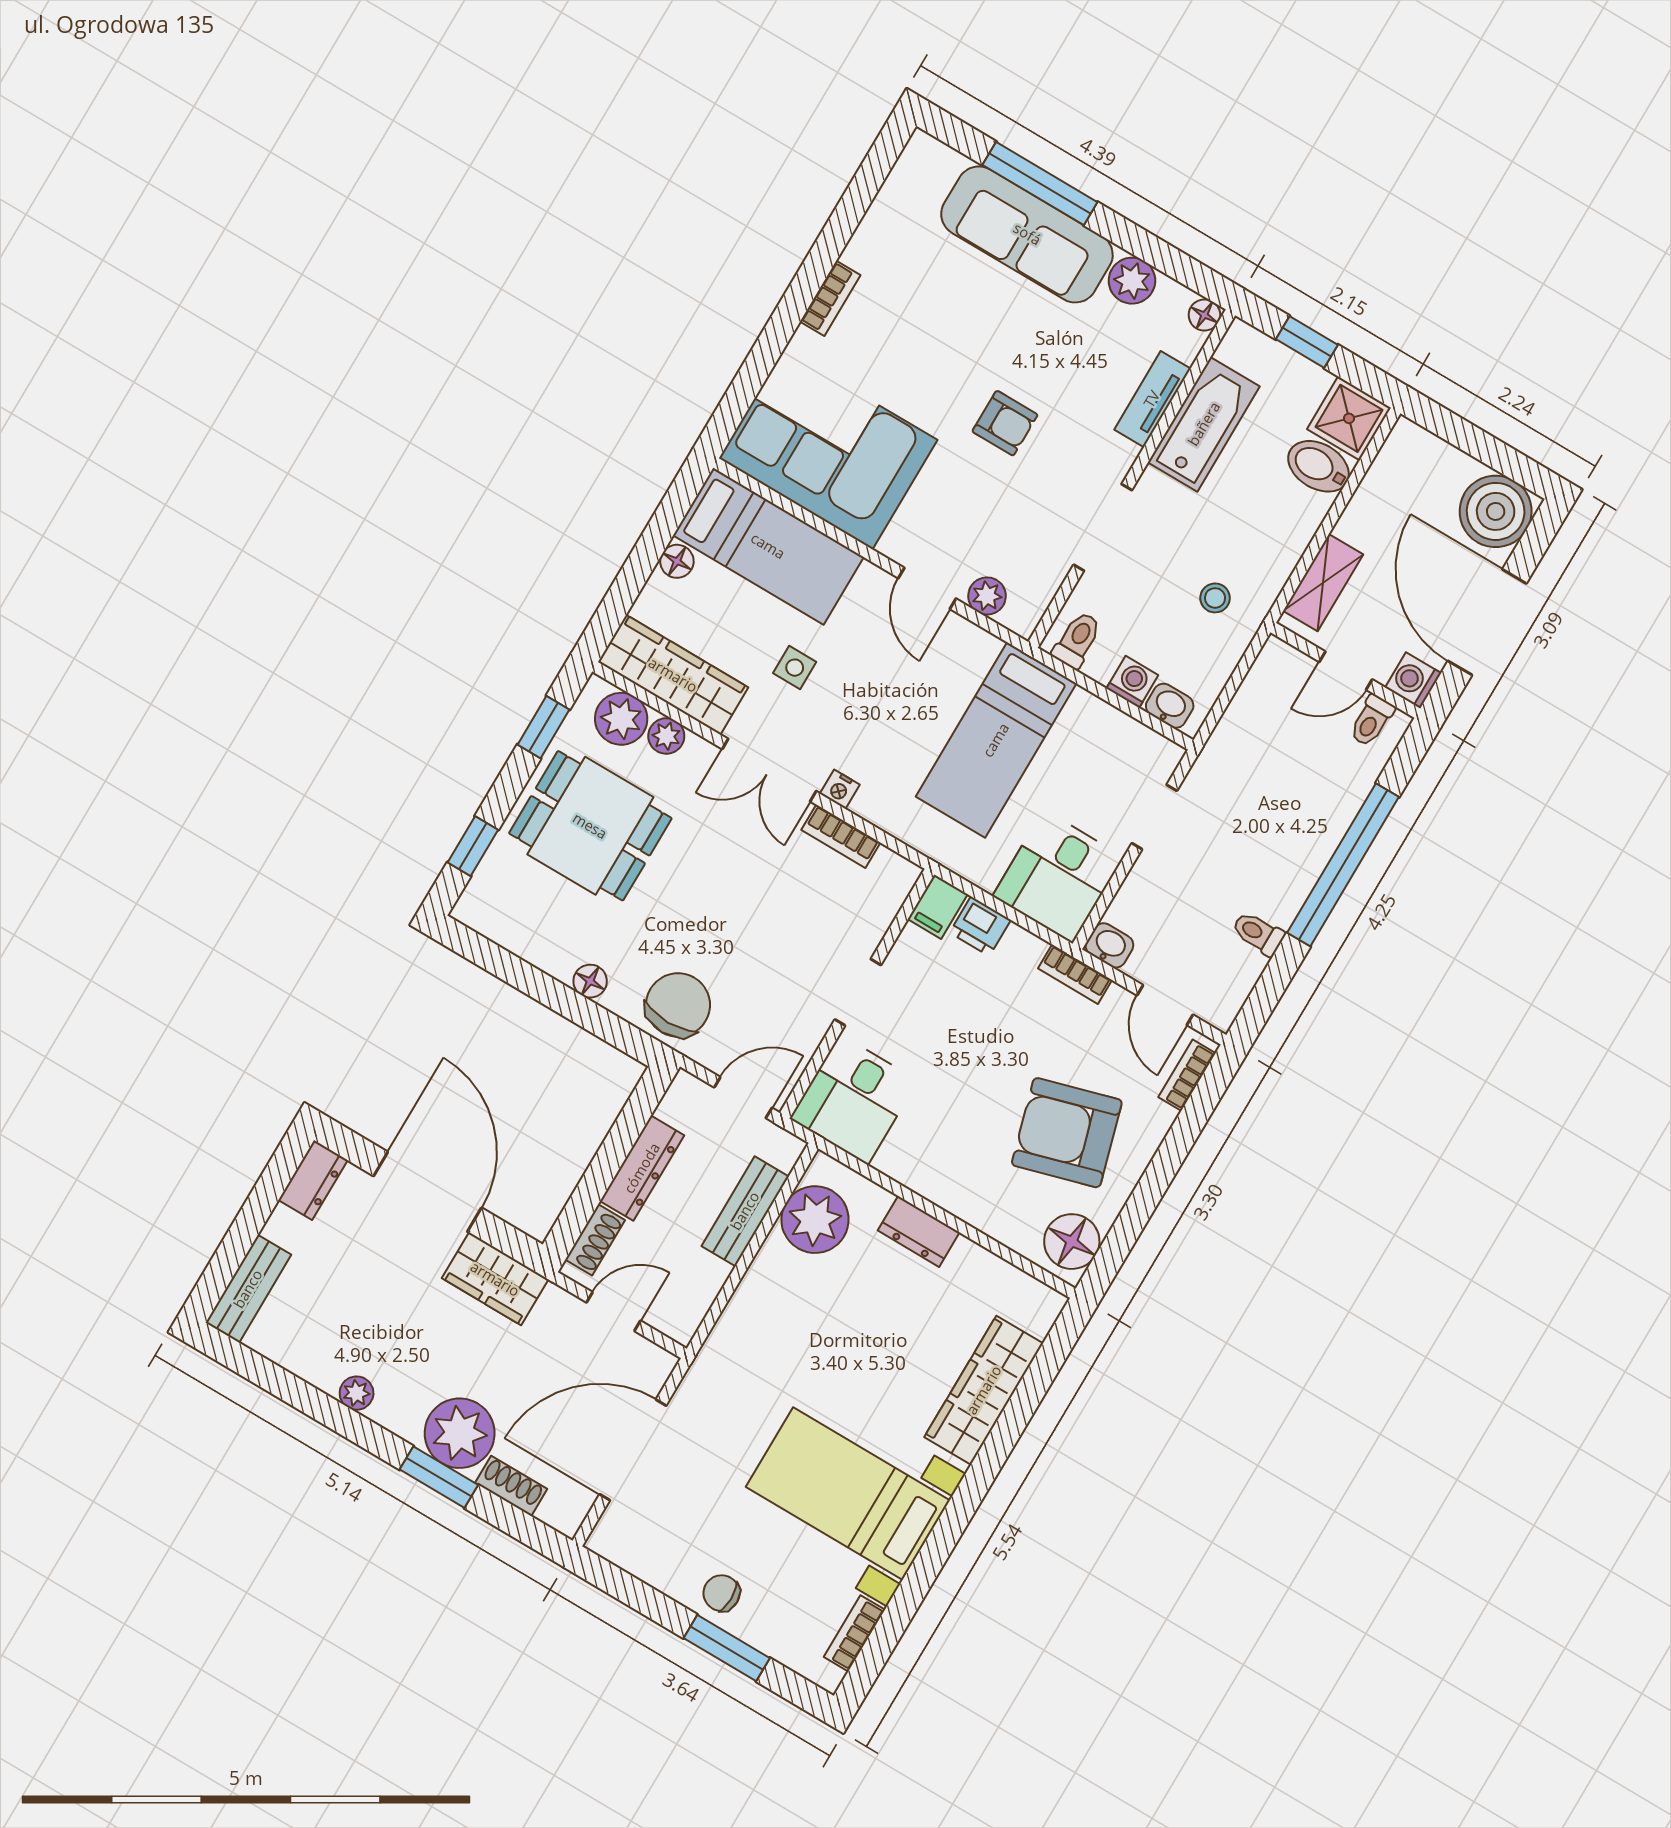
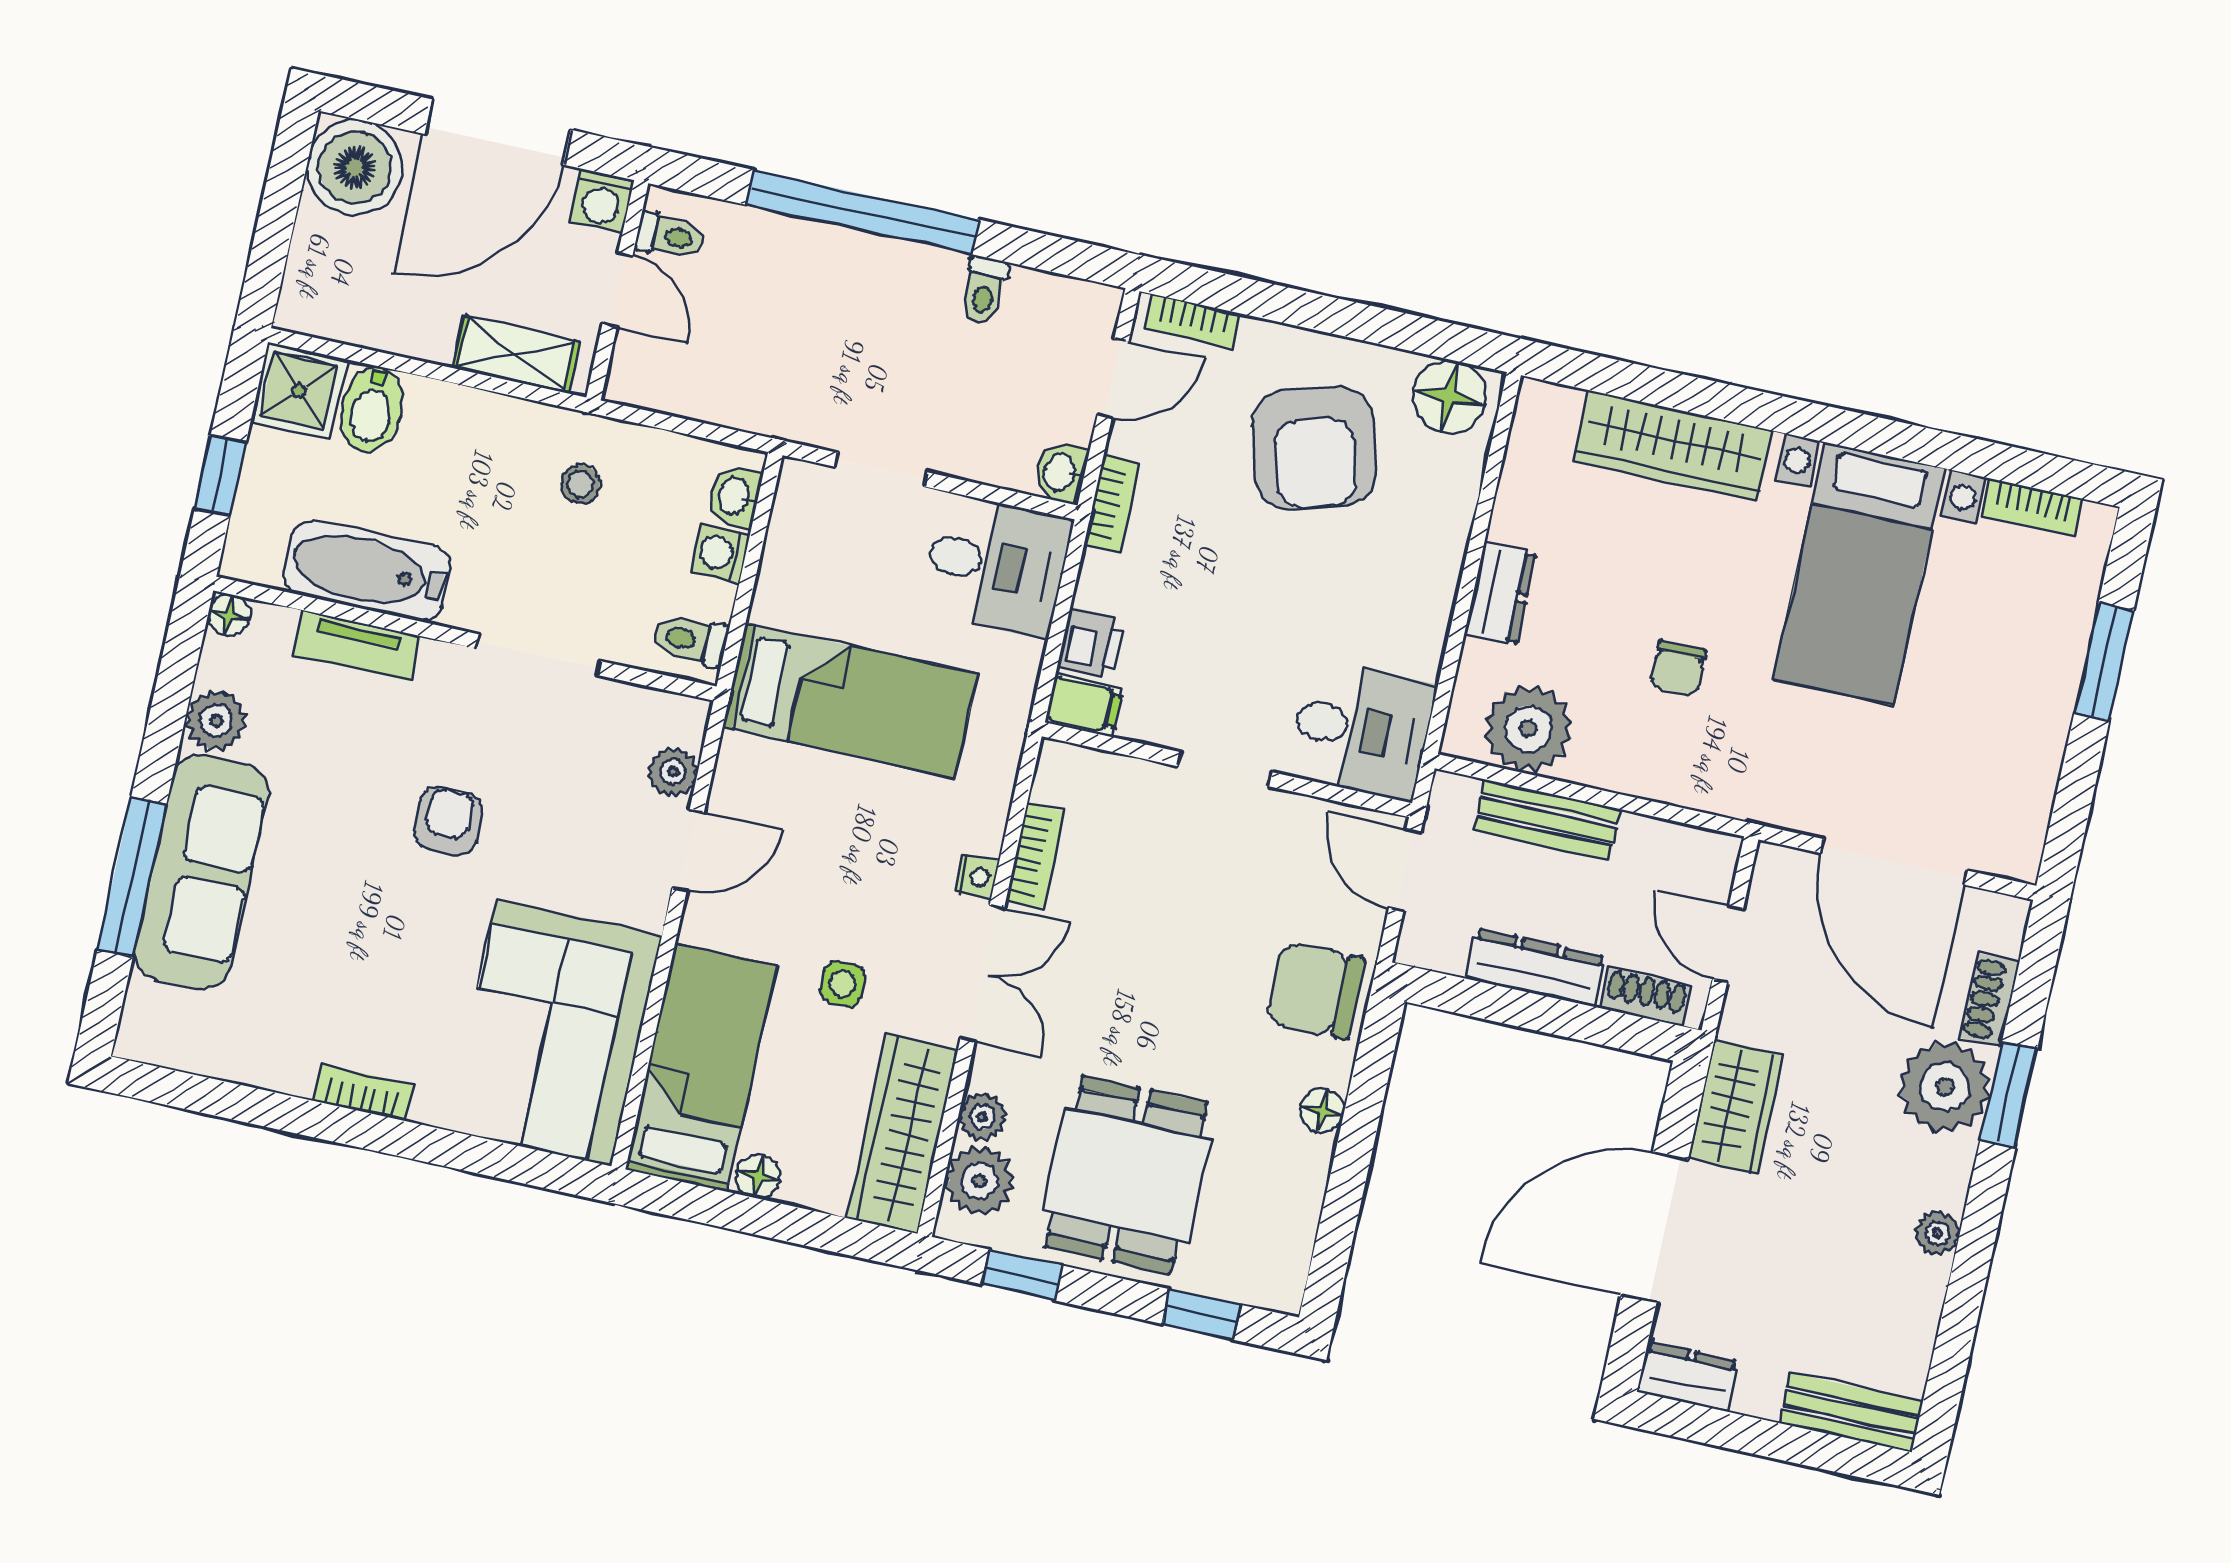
chair: (722, 1593) -> (1678, 668), moved

